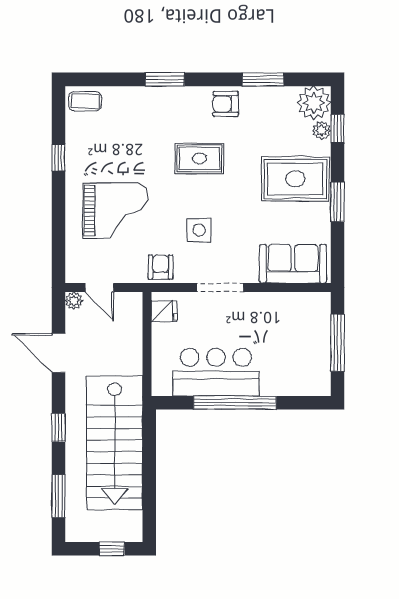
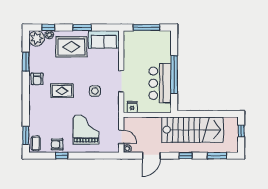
window: (165, 79) -> (26, 135), moved
rug: (199, 158) -> (62, 91), turned 90
rug: (295, 179) -> (71, 47), turned 90
sofa: (293, 264) -> (104, 39), moved, turned -90
armchair: (161, 267) -> (57, 144), moved
door: (99, 288) -> (121, 137), hinge flipped

